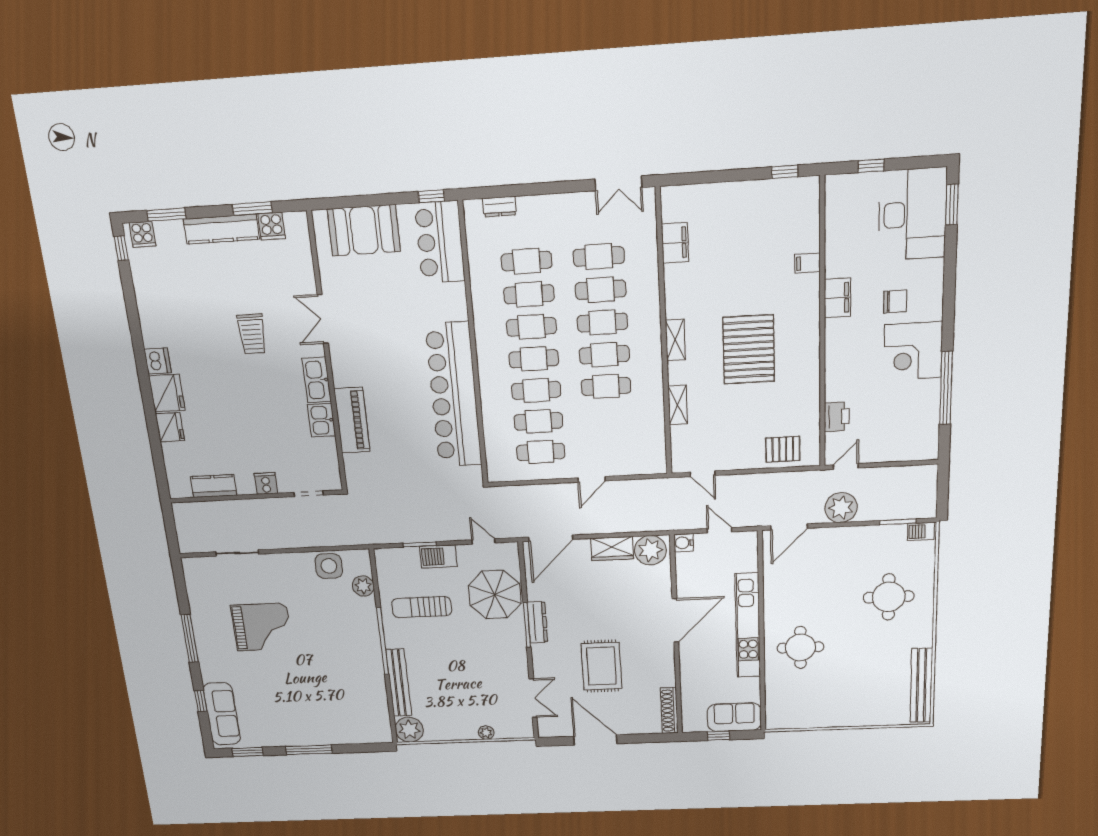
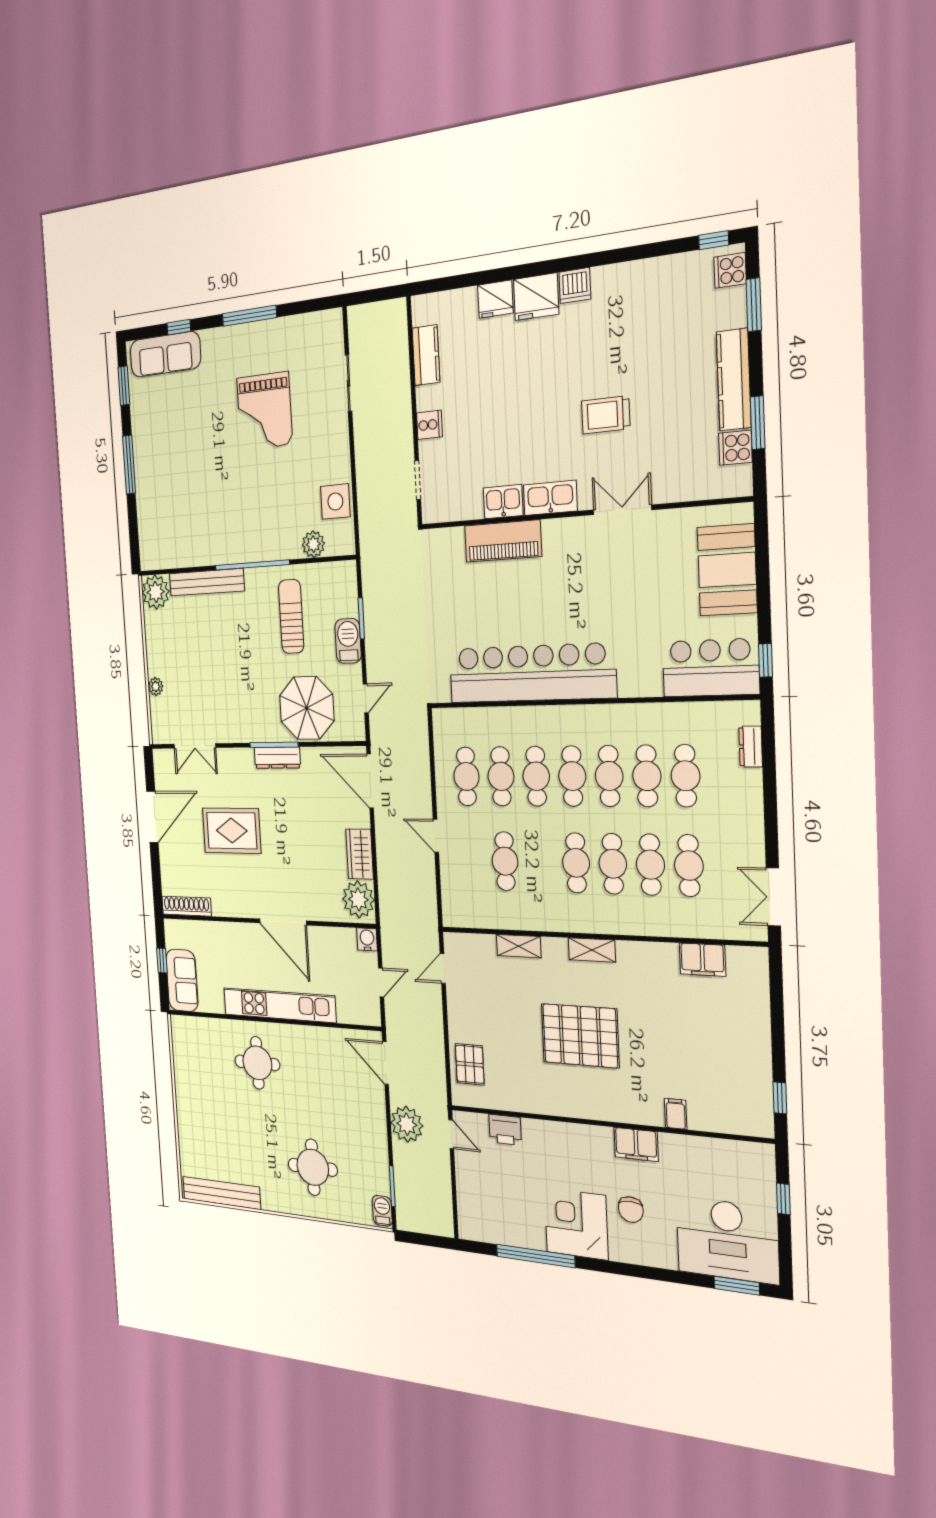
cafe table: (606, 386) -> (505, 861), moved

